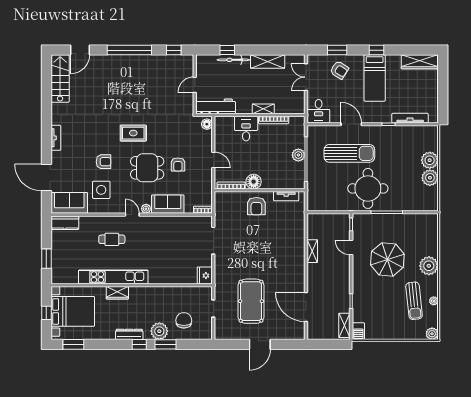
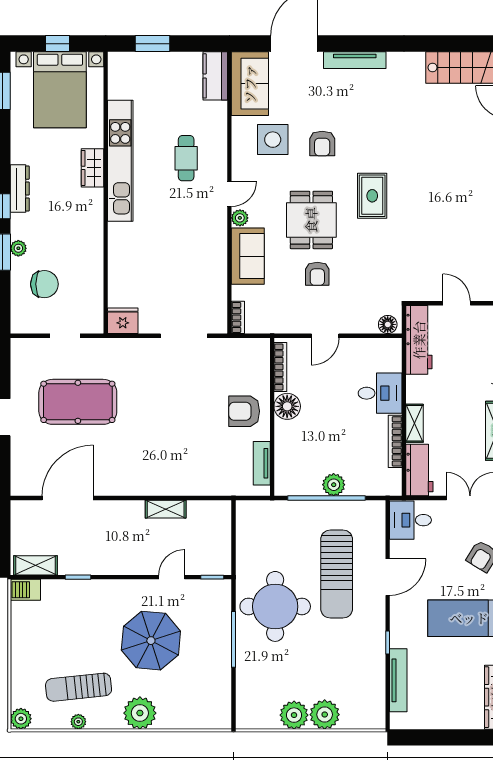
workbench: (290, 106) -> (419, 470), added
tv unit: (56, 138) -> (355, 60), width x1.41
armchair: (178, 164) -> (317, 274), turned -90
plant: (159, 331) -> (18, 248), width x0.53, depth x0.53

